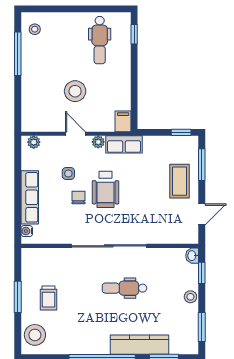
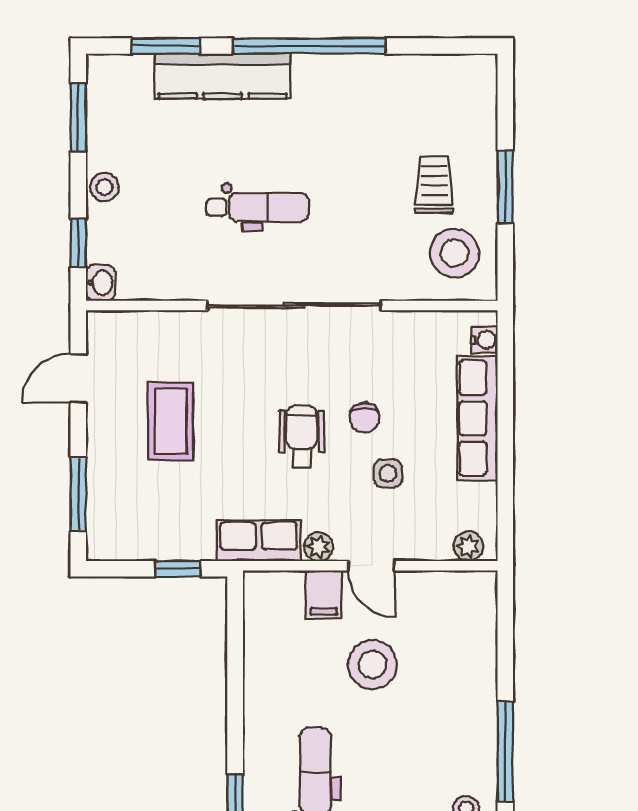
filing cabinet: (123, 121) -> (324, 594), moved
window: (181, 132) -> (178, 569), moved
coffee table: (180, 181) -> (171, 421), moved
wheelchair: (106, 189) -> (302, 436), width x0.73, depth x0.73
stool: (35, 335) -> (455, 253), moved

